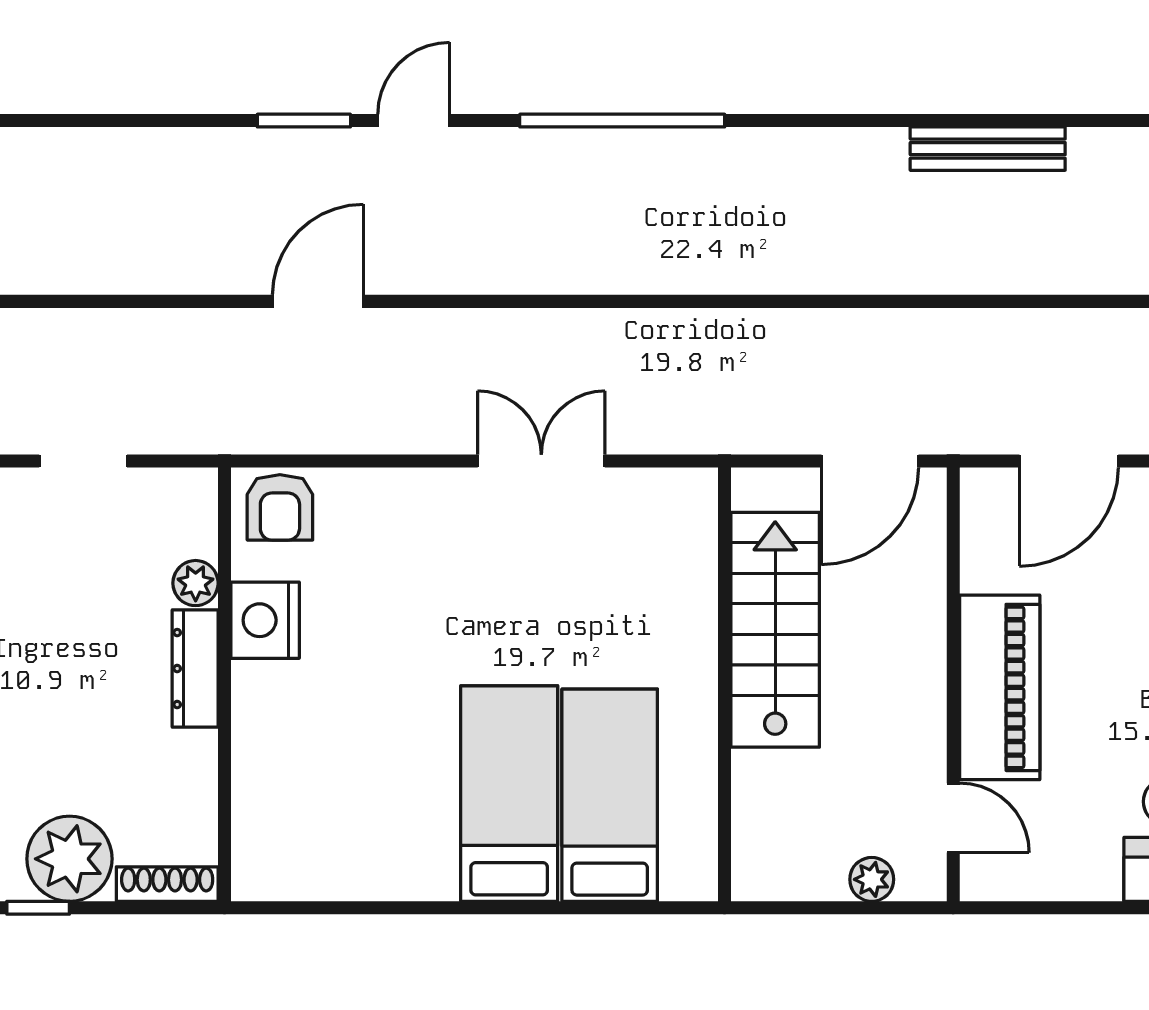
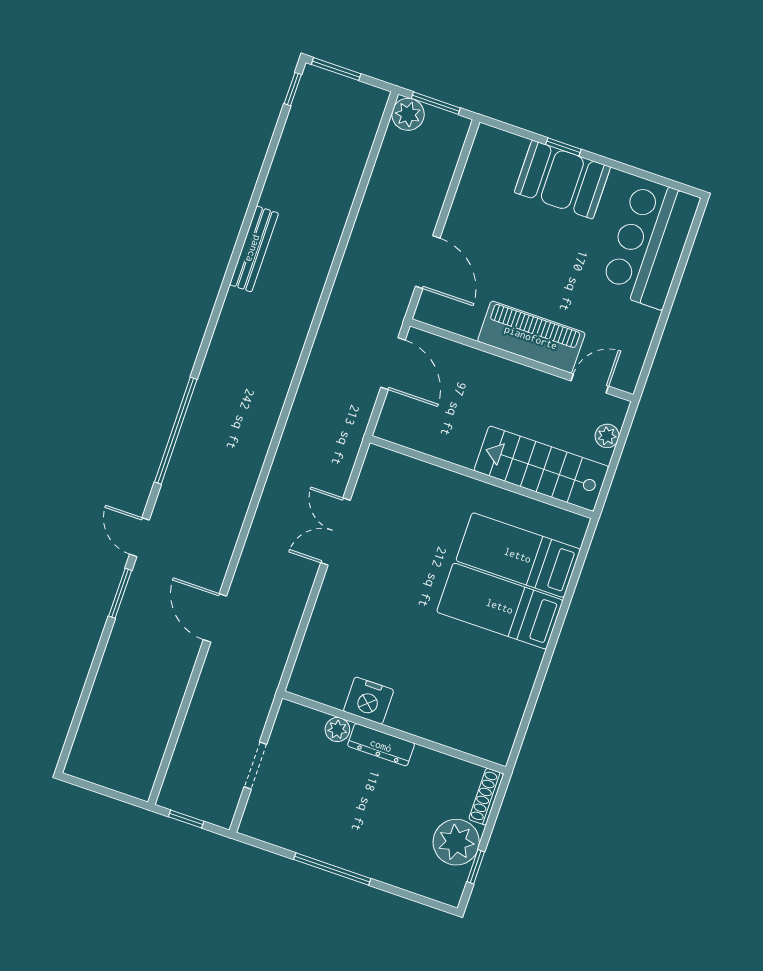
armchair: (280, 507) -> (314, 673), removed
stairs: (775, 630) -> (541, 469), moved

